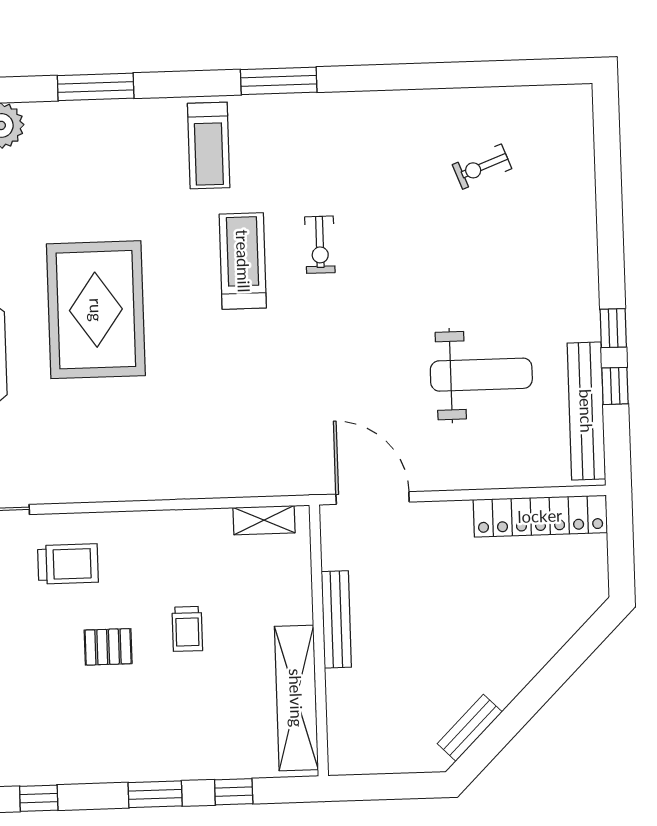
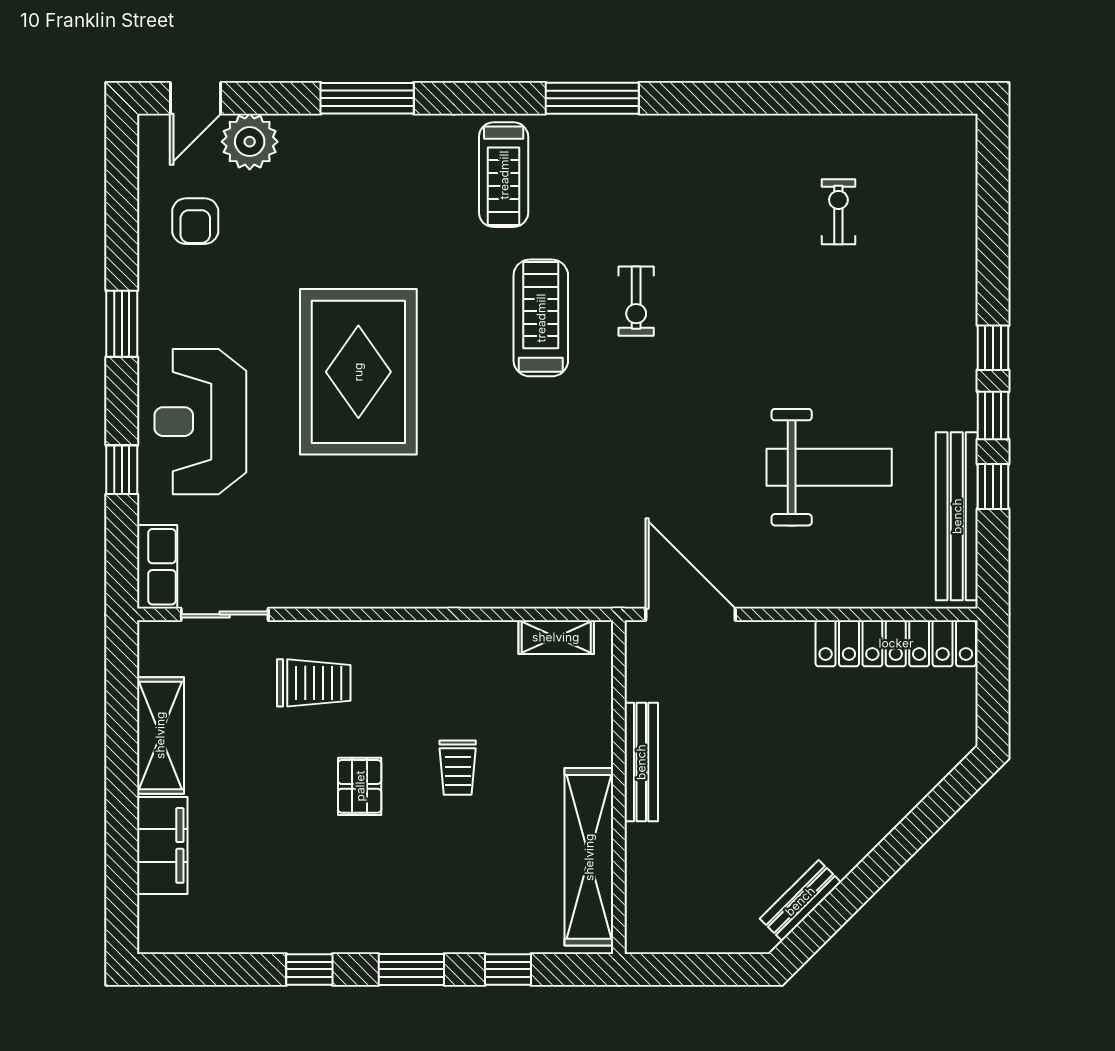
exercise bike: (482, 167) -> (838, 212), turned 111
window: (611, 273) -> (993, 348), added
pallet: (108, 647) -> (360, 786), turned 90
window: (39, 798) -> (309, 969), moved

